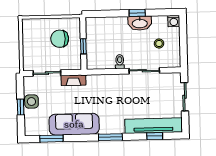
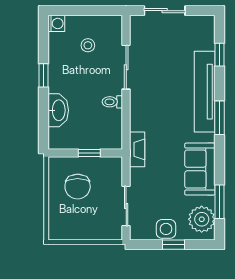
washbasin: (140, 23) -> (58, 110), moved
fireplace: (73, 80) -> (137, 149), moved
sofa: (74, 124) -> (200, 169), width x0.73
plant: (39, 126) -> (202, 219), added
tv unit: (153, 126) -> (205, 92), moved

